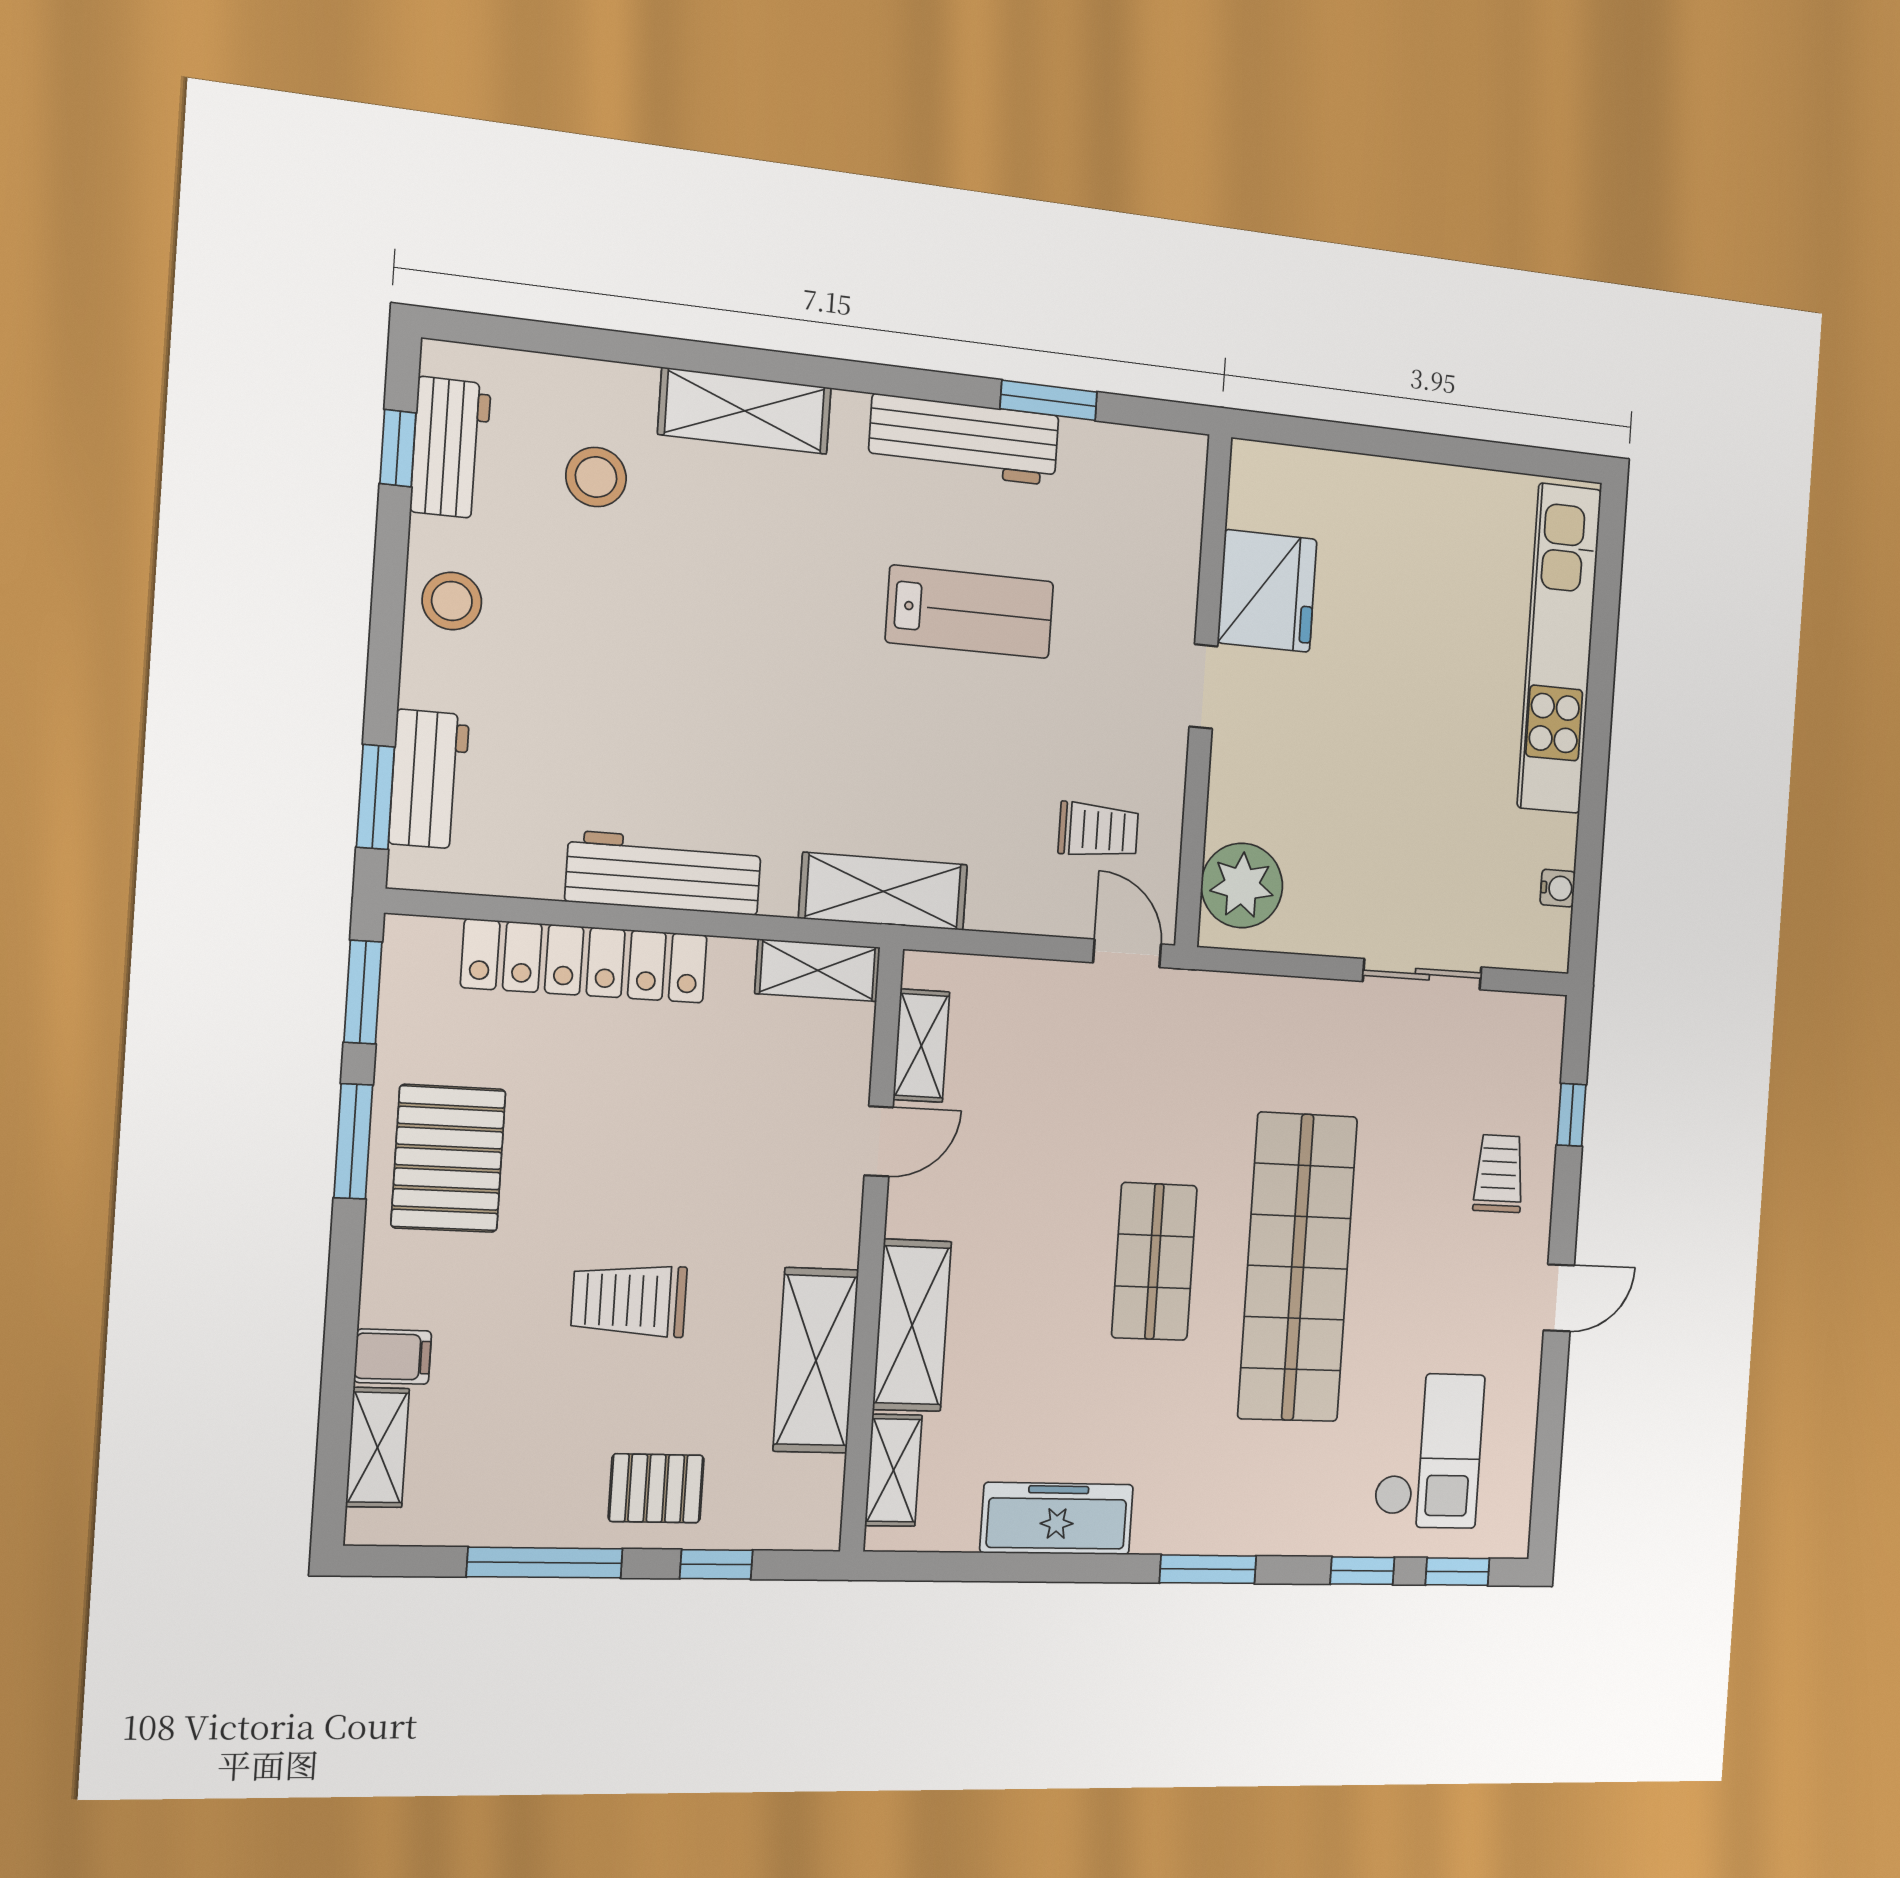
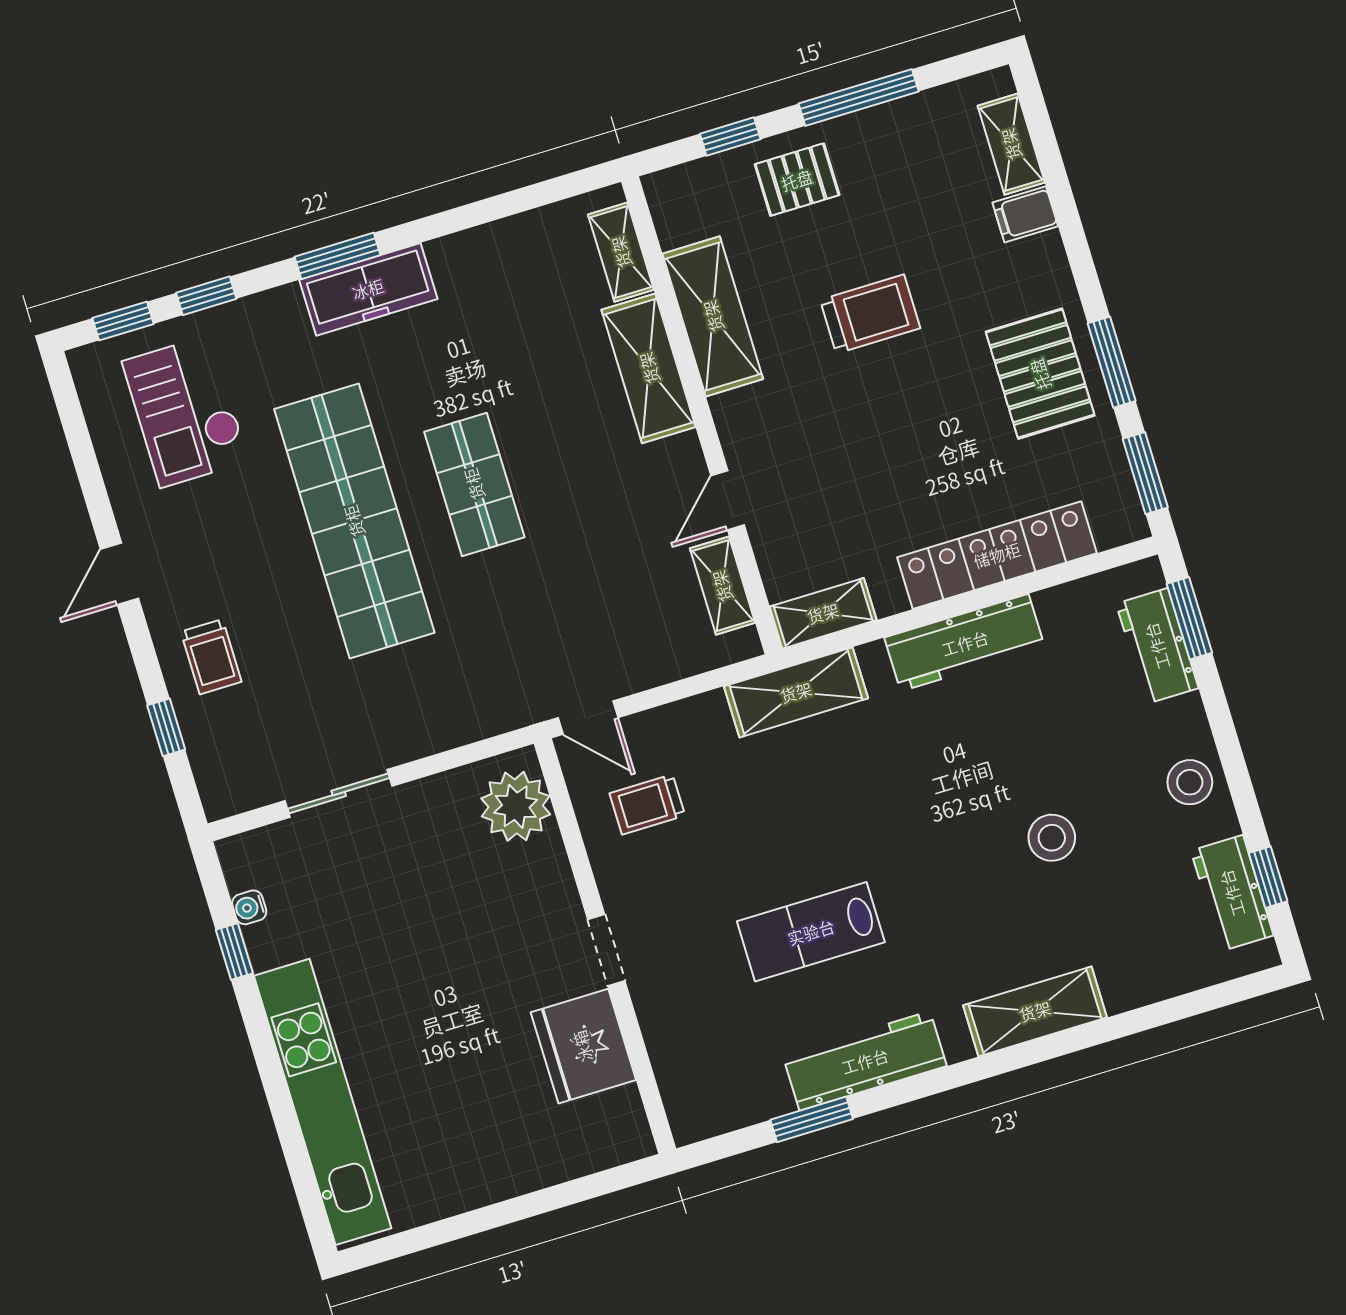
stool: (596, 477) -> (1052, 838), moved
window: (1590, 847) -> (234, 951), added
freezer: (1057, 1519) -> (368, 289), moved

